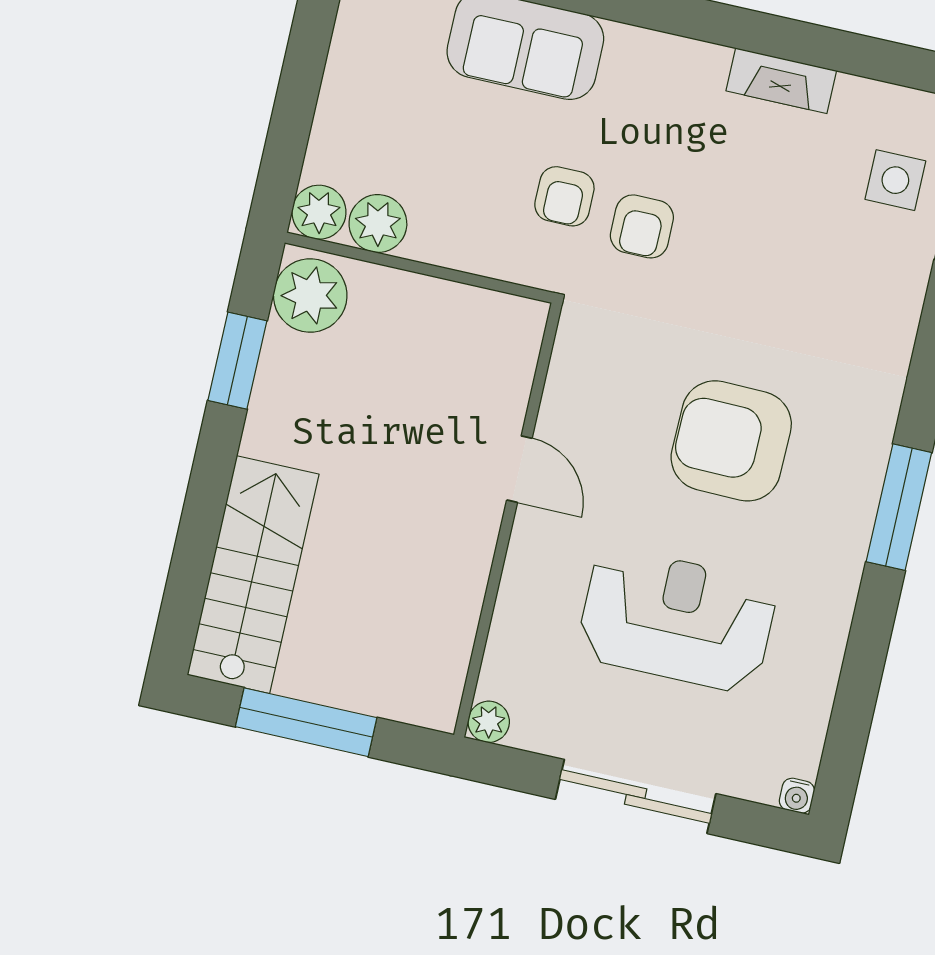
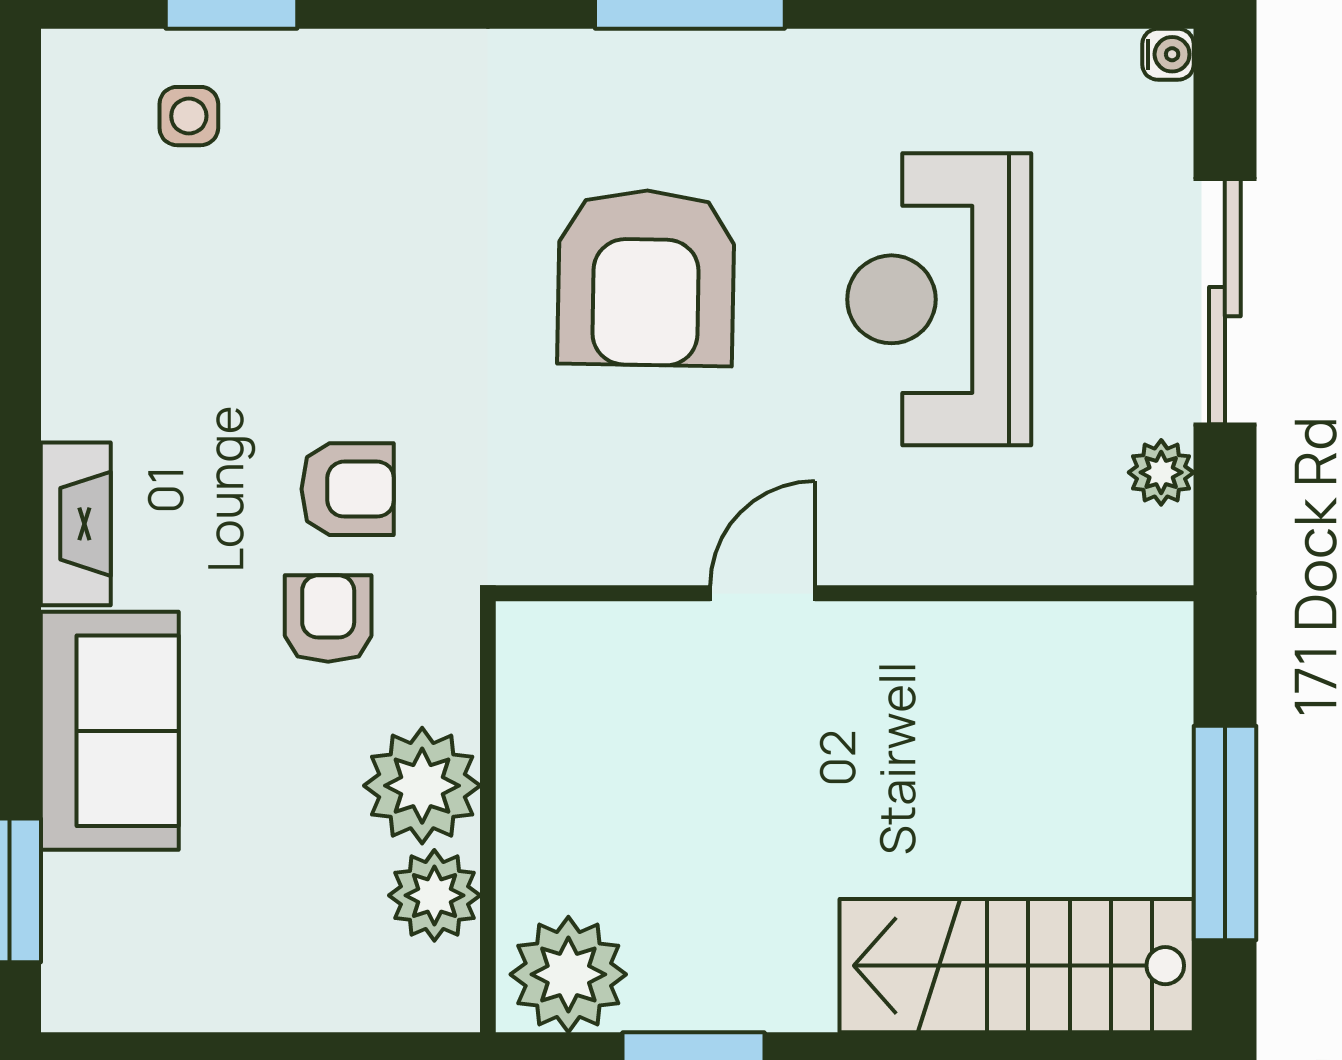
fireplace: (781, 81) -> (76, 524), moved
side table: (895, 180) -> (189, 116), width x0.73, depth x0.73
armchair: (564, 196) -> (328, 619), turned -90
plant: (319, 212) -> (422, 786), moved, width x1.36, depth x1.36
plant: (489, 722) -> (1161, 472), moved

